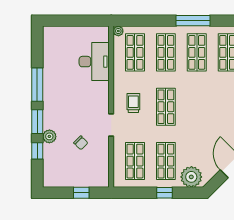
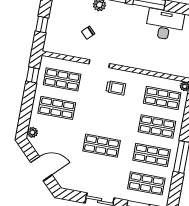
desk: (94, 62) -> (165, 25), moved, turned 180
shop shelf: (166, 107) -> (102, 146), moved
plant: (191, 177) -> (32, 132), width x0.53, depth x0.53
window: (165, 193) -> (33, 75), moved

